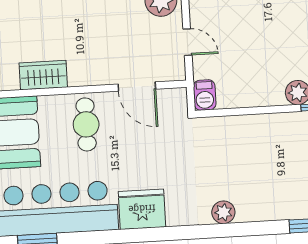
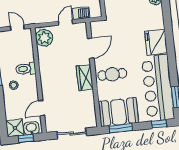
wardrobe: (43, 75) -> (85, 78), moved
barbecue: (205, 95) -> (81, 13), moved

